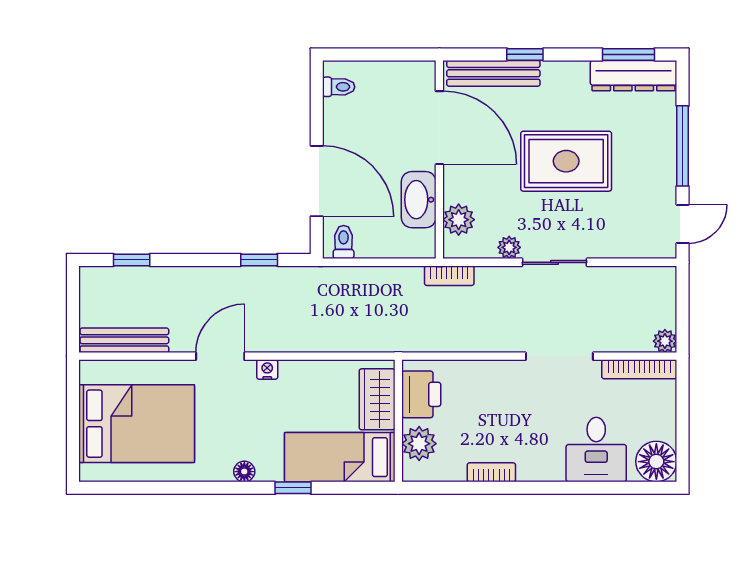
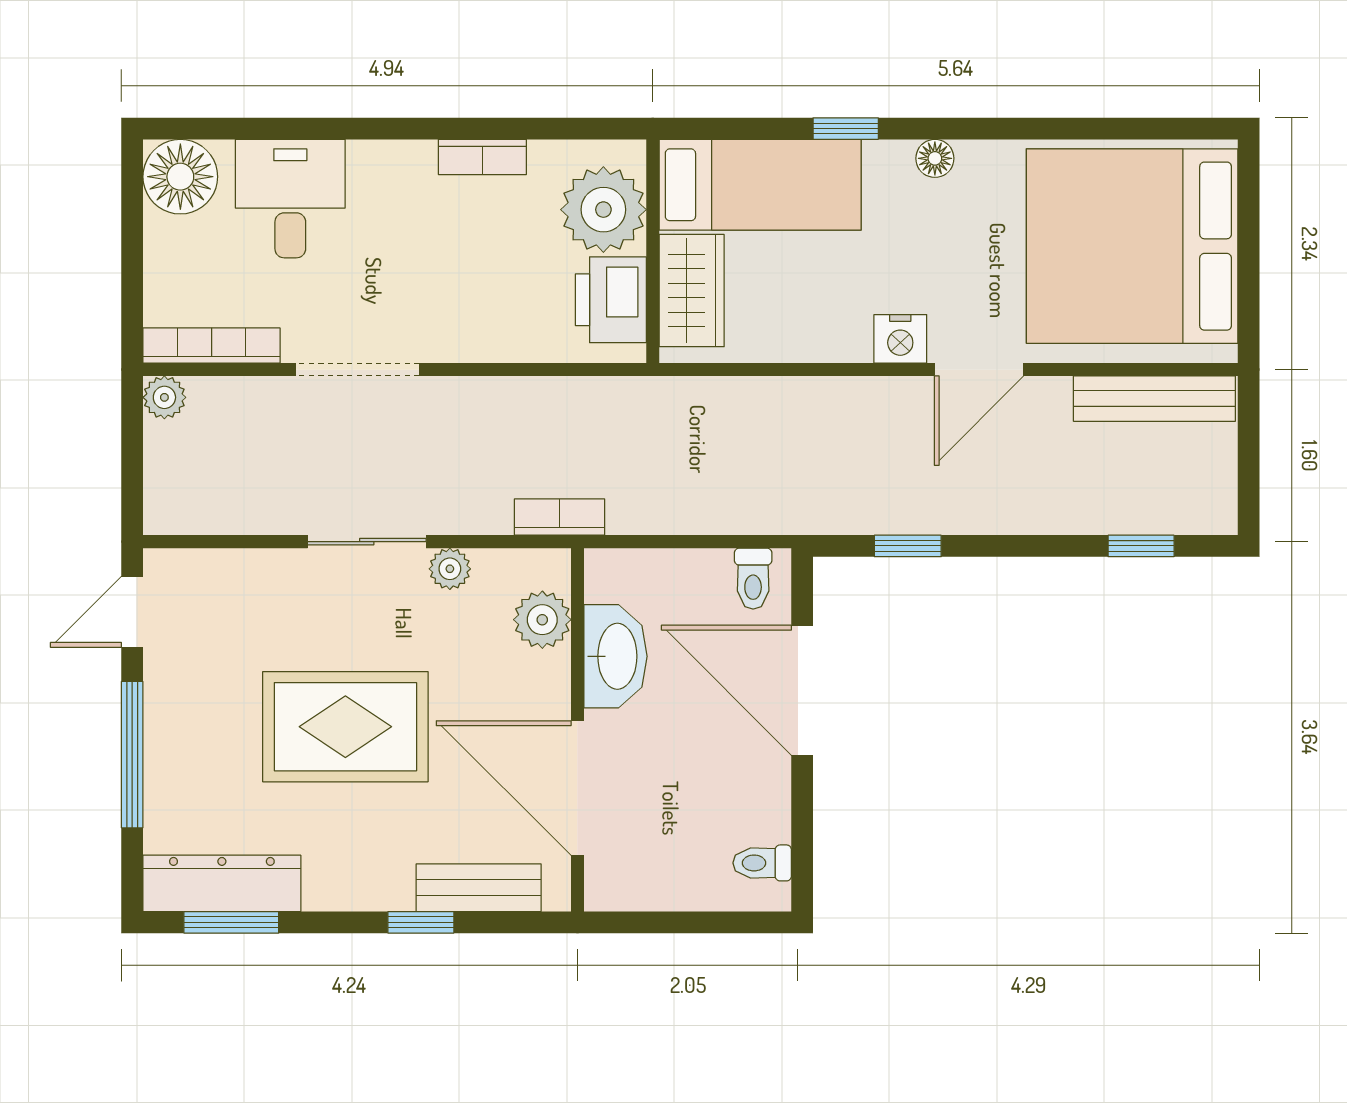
bench: (493, 73) -> (479, 888), width x0.73
nightstand: (267, 370) -> (900, 339), width x1.39, depth x1.35
bed: (137, 424) -> (1132, 246), width x1.36
plant: (419, 444) -> (603, 210), width x1.36, depth x1.36

